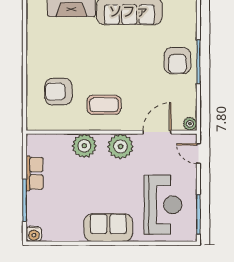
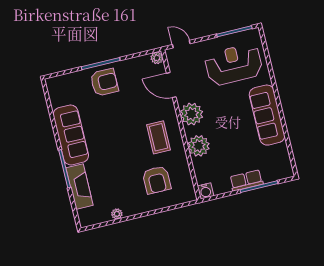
plant: (32, 40) -> (117, 214), added
door: (198, 154) -> (181, 44), swing flipped
row of seats: (35, 173) -> (246, 180), moved
sofa: (108, 228) -> (267, 115), width x1.36
water cooler: (34, 234) -> (205, 191), moved, turned 90

